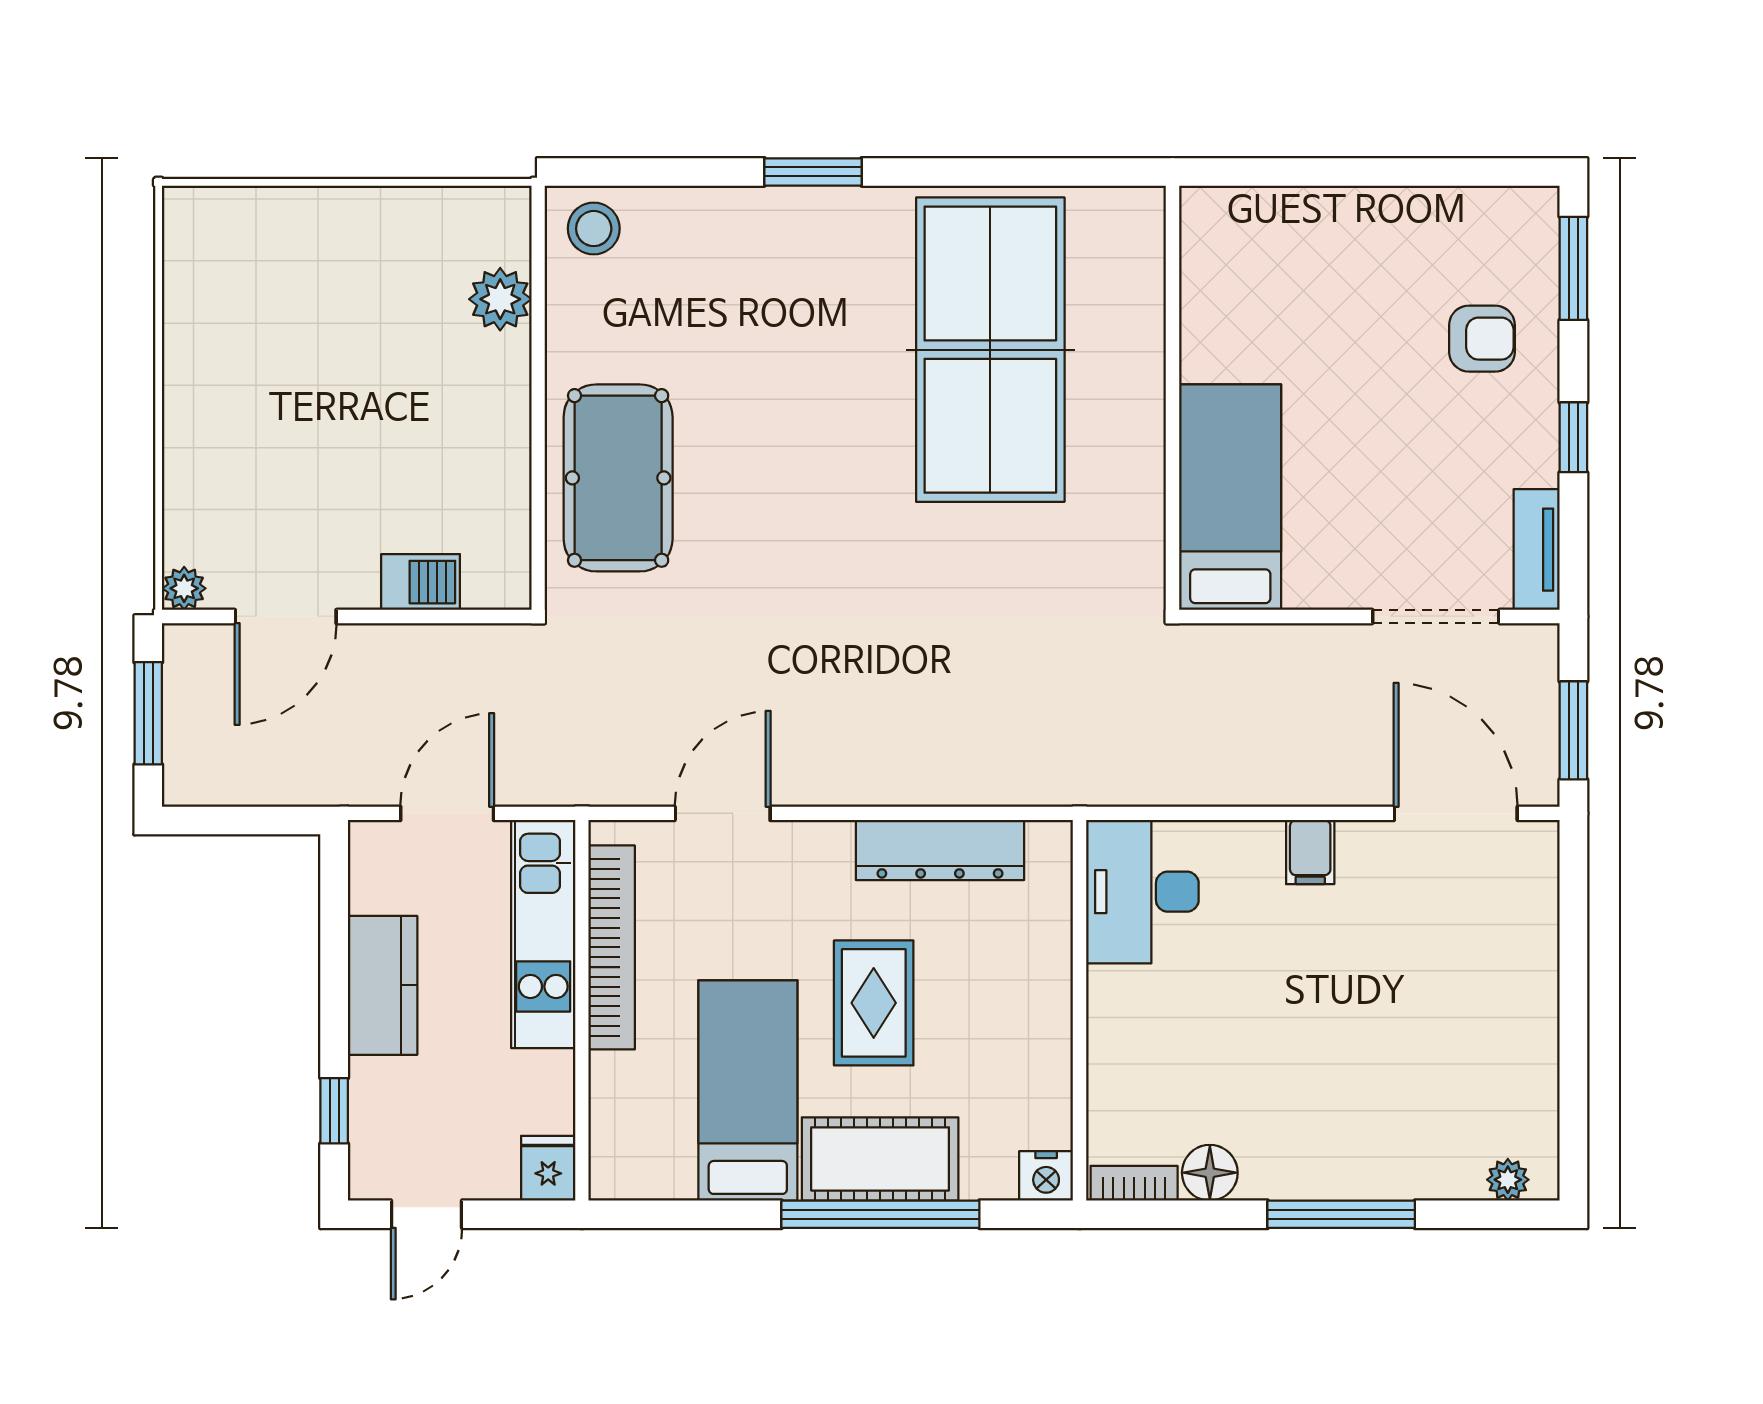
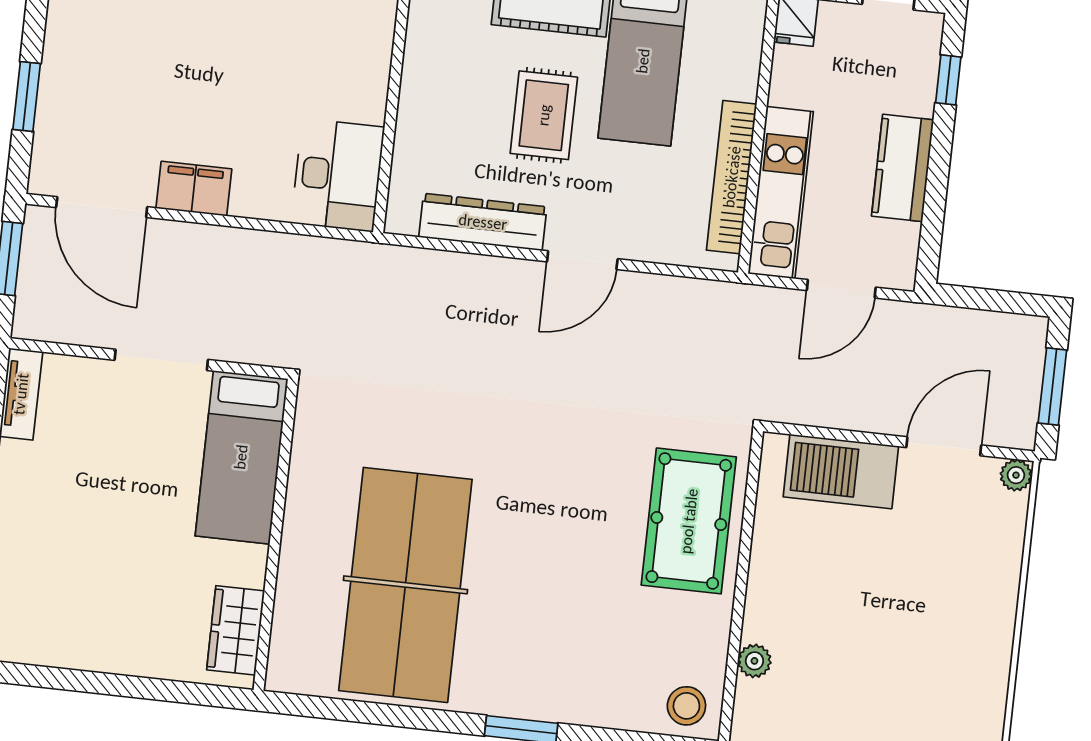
wardrobe: (1212, 263) -> (236, 630), added
plant: (500, 299) -> (754, 661), width x0.73, depth x0.73
armchair: (1482, 339) -> (44, 553), removed
barbecue: (421, 582) -> (841, 471), width x1.88, depth x1.53
doorway: (1436, 617) -> (161, 360), moved
door: (723, 813) -> (582, 260), moved
filing cabinet: (1310, 852) -> (194, 189), width x2.00
window: (1573, 951) -> (27, 96), added

